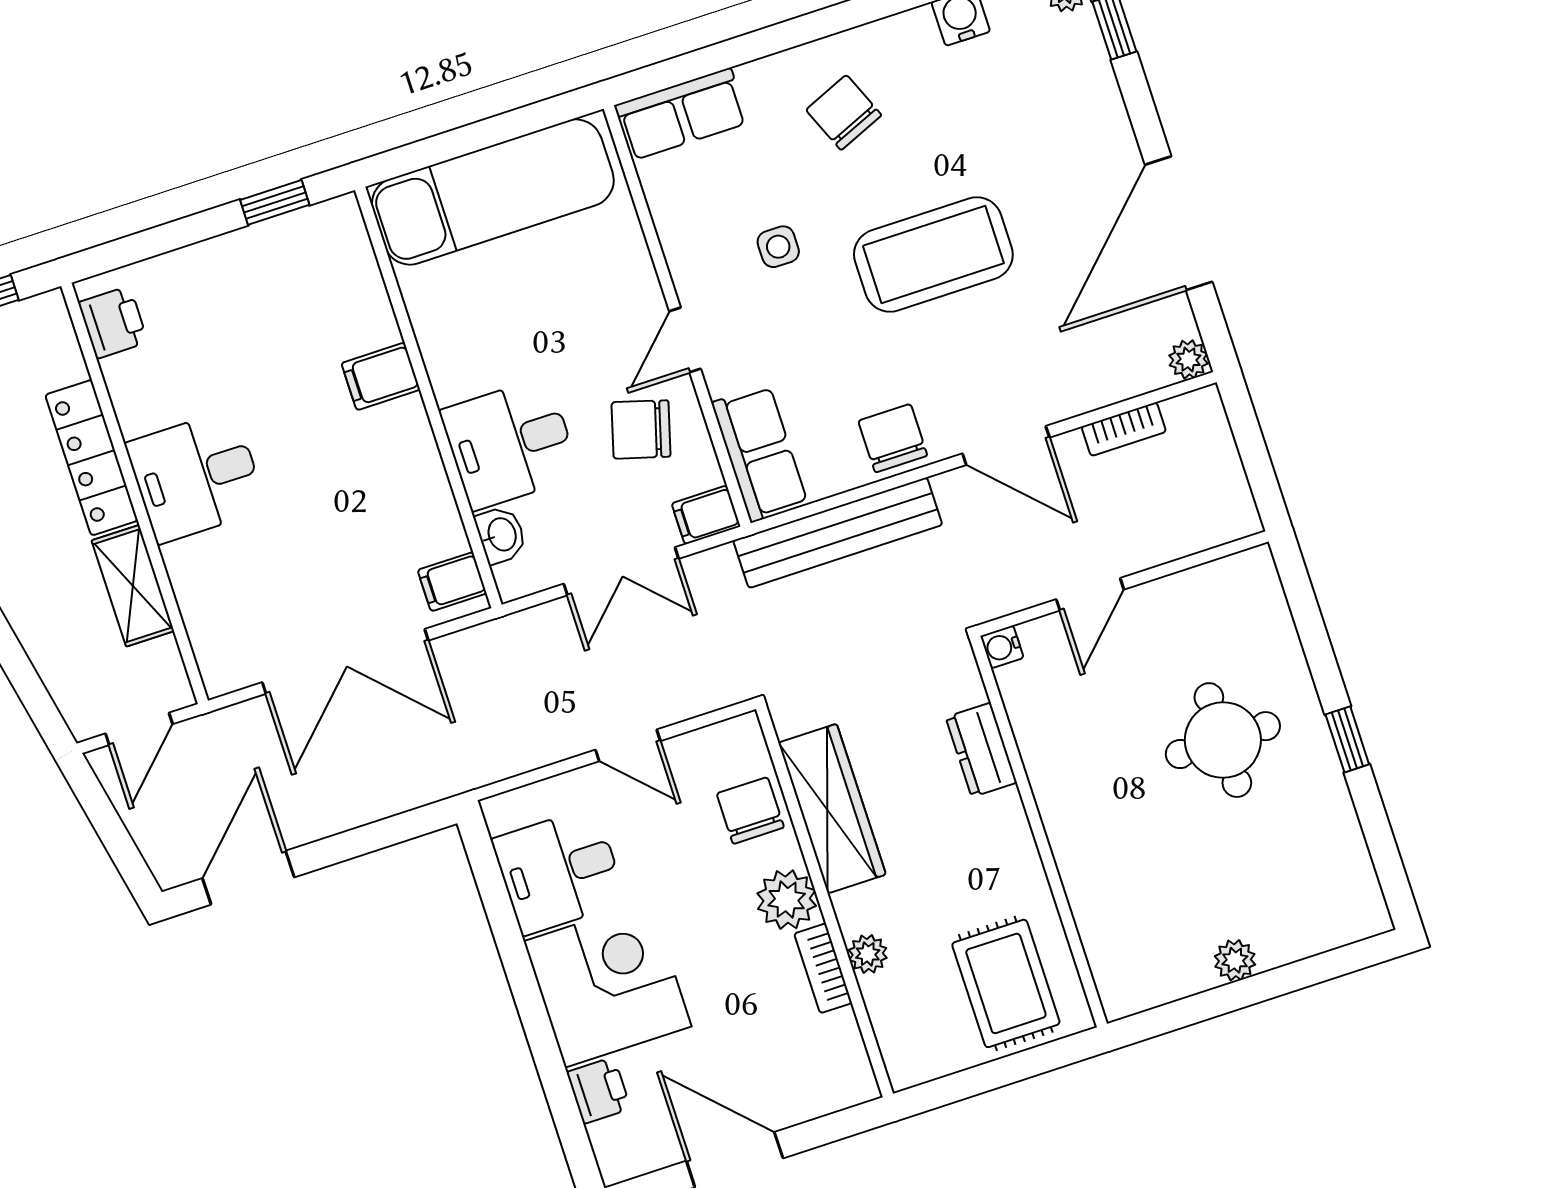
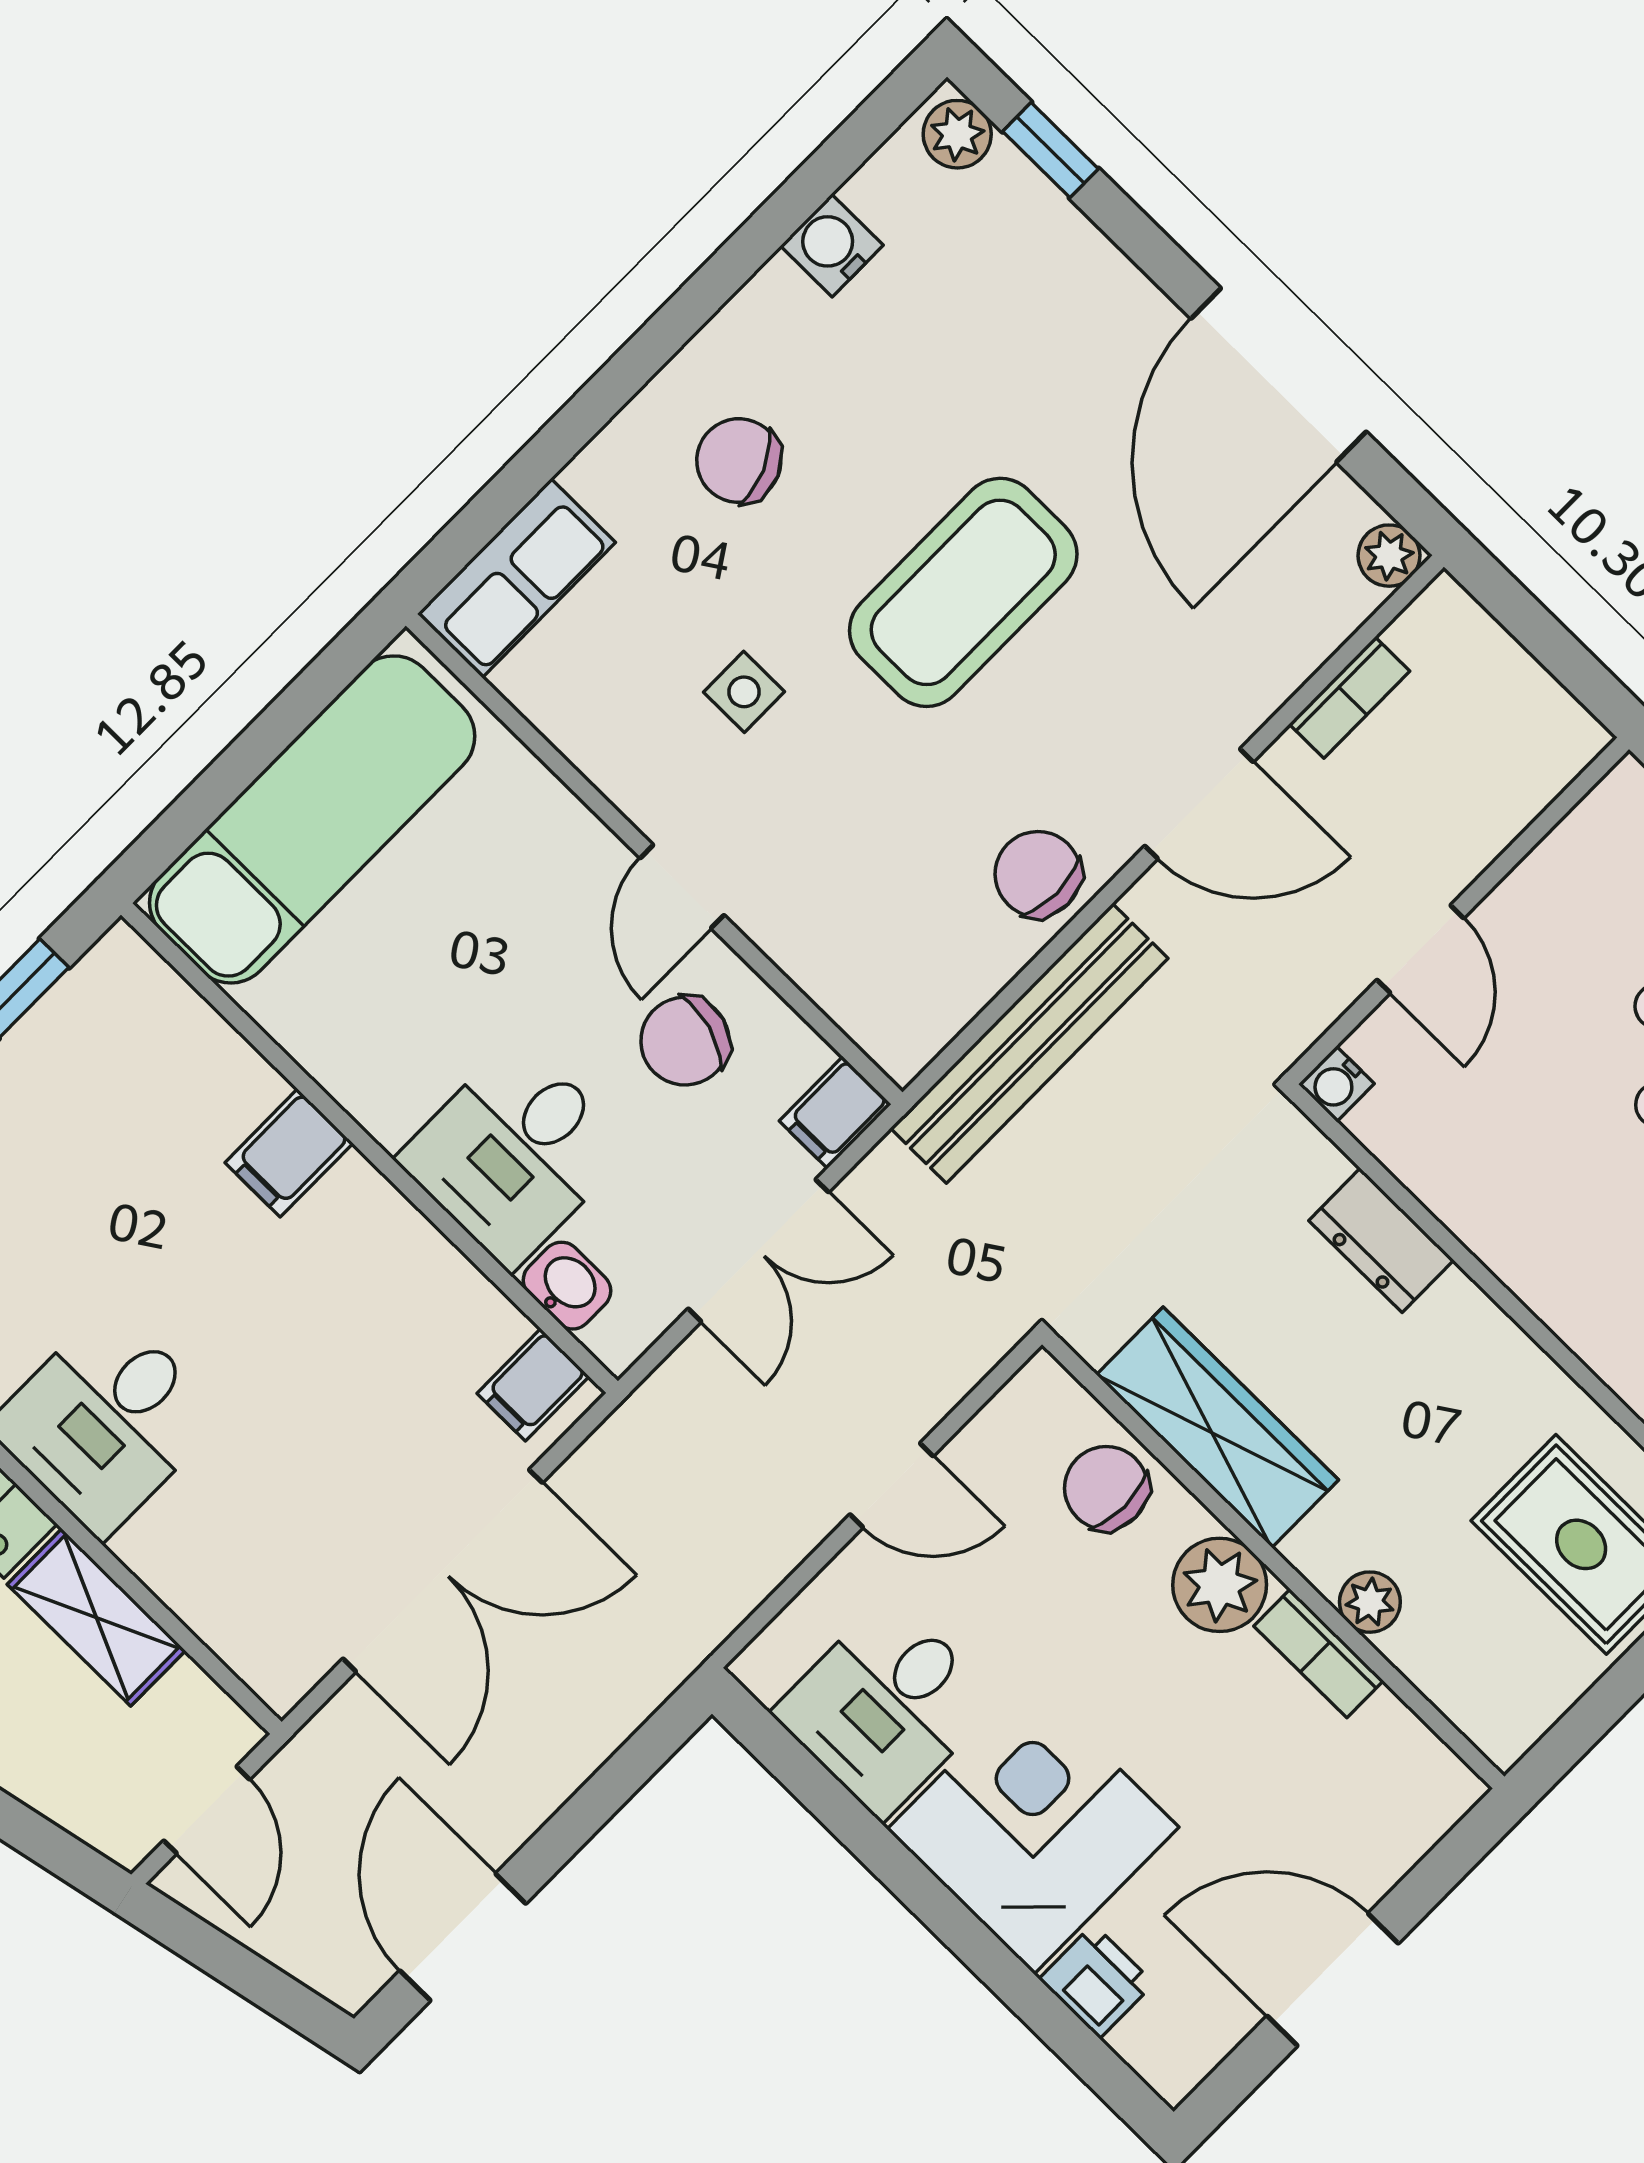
row of seats: (760, 453) -> (865, 990), removed

